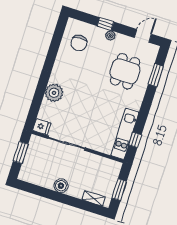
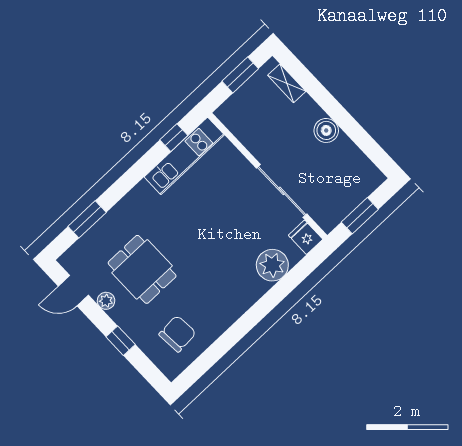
plant: (110, 35) -> (106, 301), moved
dining table: (125, 71) -> (142, 269), moved, turned 90
plant: (54, 93) -> (272, 265), moved

